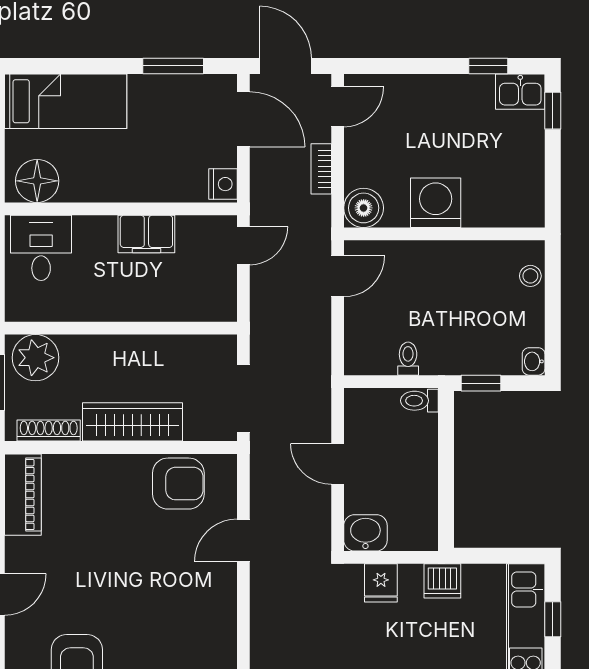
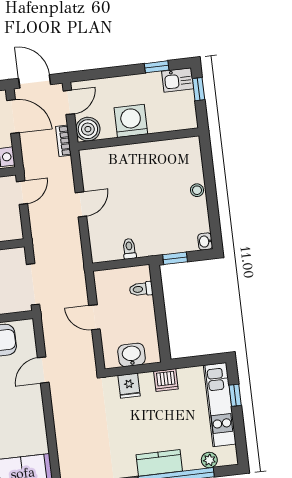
washing machine: (436, 203) -> (131, 121), moved
boiler: (364, 208) -> (88, 129), moved
wall: (444, 234) -> (138, 139), moved
toilet: (419, 401) -> (141, 289), moved
washbasin: (365, 533) -> (132, 355), moved

